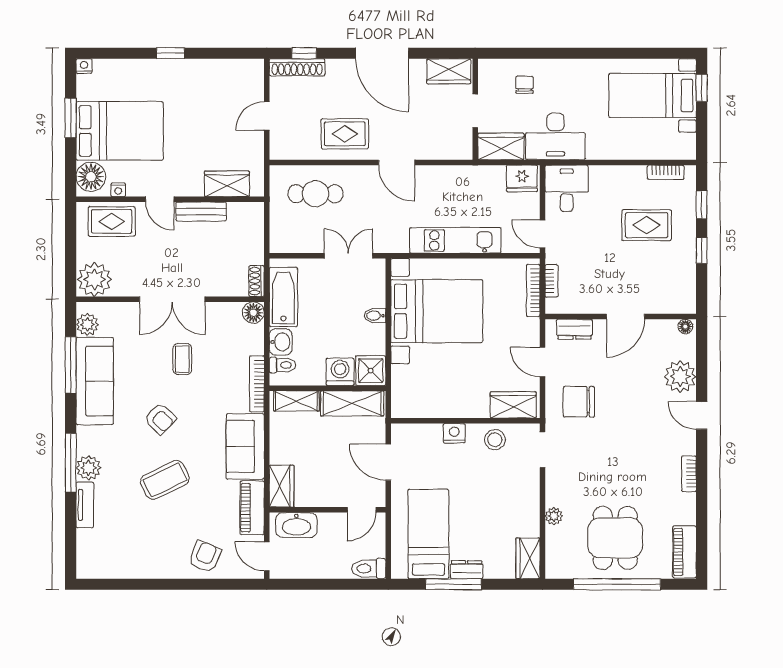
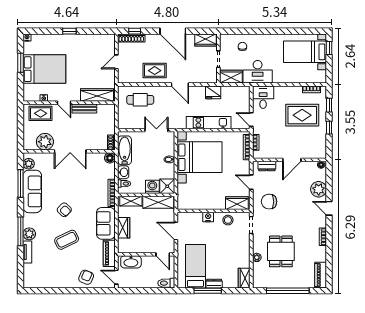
floor lamp: (91, 177) -> (30, 92), removed
fridge: (522, 178) -> (213, 92), moved
wardrobe: (227, 184) -> (97, 95), width x1.50
rug: (647, 225) -> (302, 115), width x1.36, depth x1.43
plant: (94, 279) -> (45, 142), moved
coffee table: (182, 359) -> (75, 181), removed
wardrobe: (282, 486) -> (124, 228), moved
door: (362, 510) -> (163, 254), hinge flipped
dining table: (615, 538) -> (281, 251), moved

